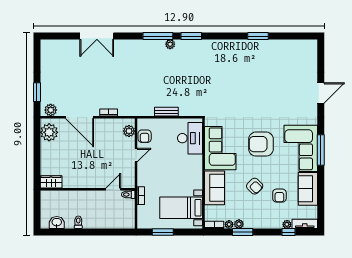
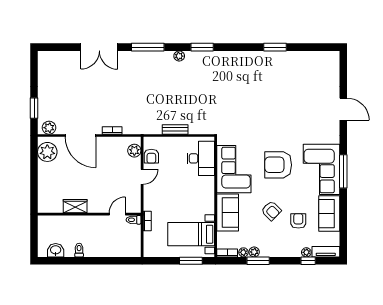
window: (158, 36) -> (148, 47), moved
door: (321, 93) -> (343, 109), hinge flipped
wardrobe: (51, 182) -> (75, 206), moved
armchair: (279, 196) -> (298, 221), turned 180
window: (163, 232) -> (191, 261), moved

